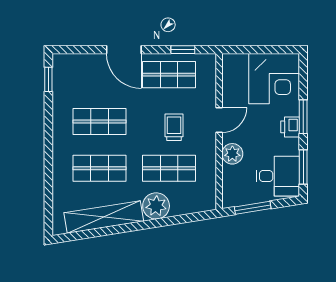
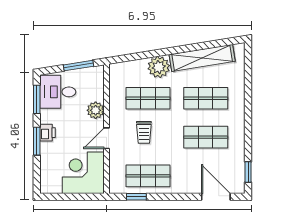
door: (124, 50) -> (216, 197), moved
corner desk: (274, 79) -> (83, 173), moved

